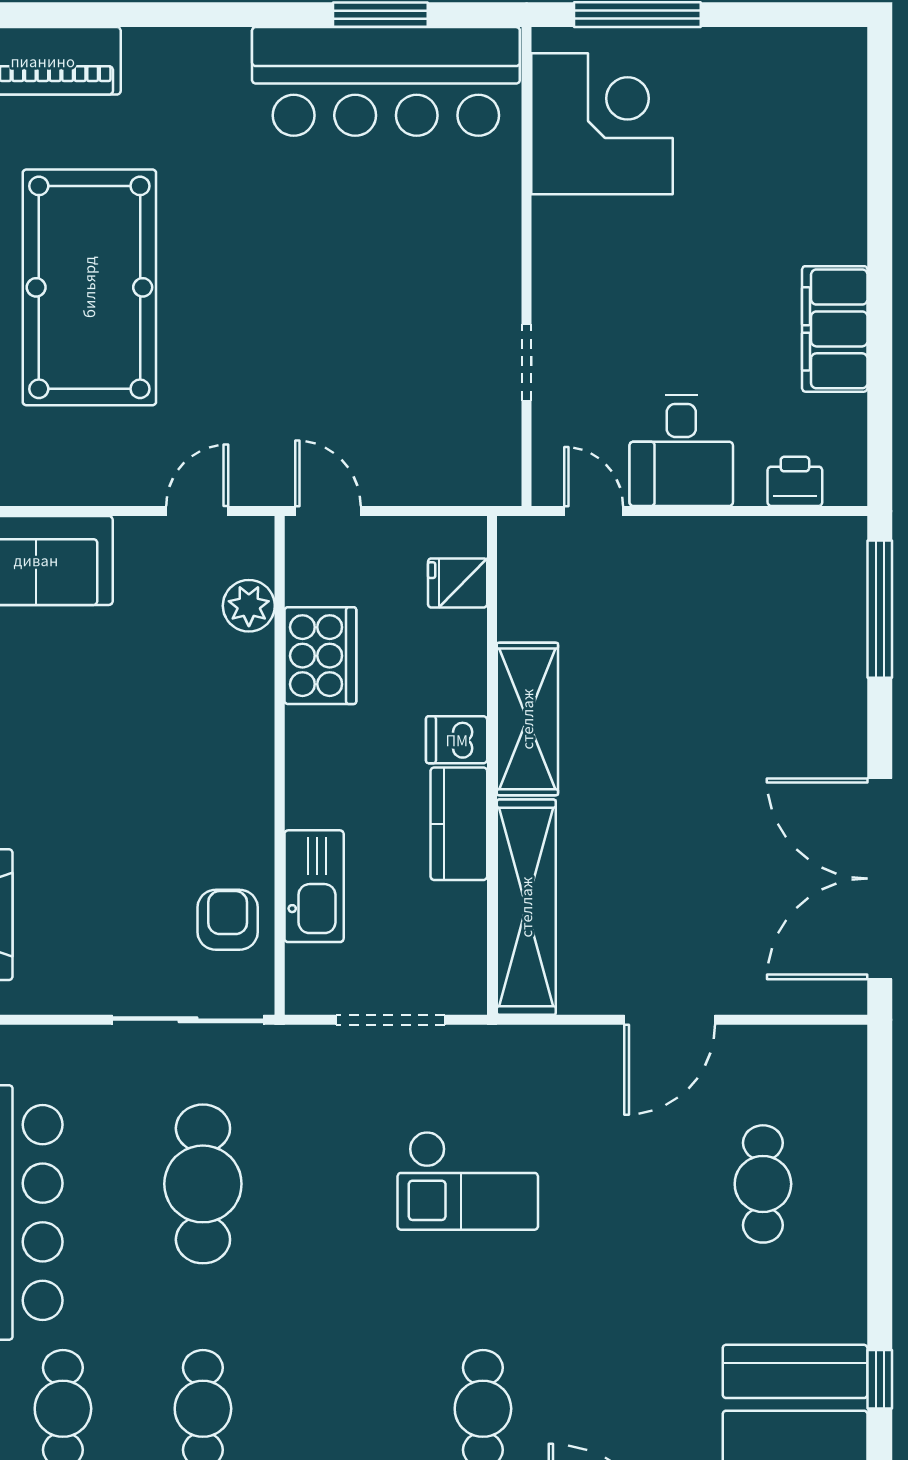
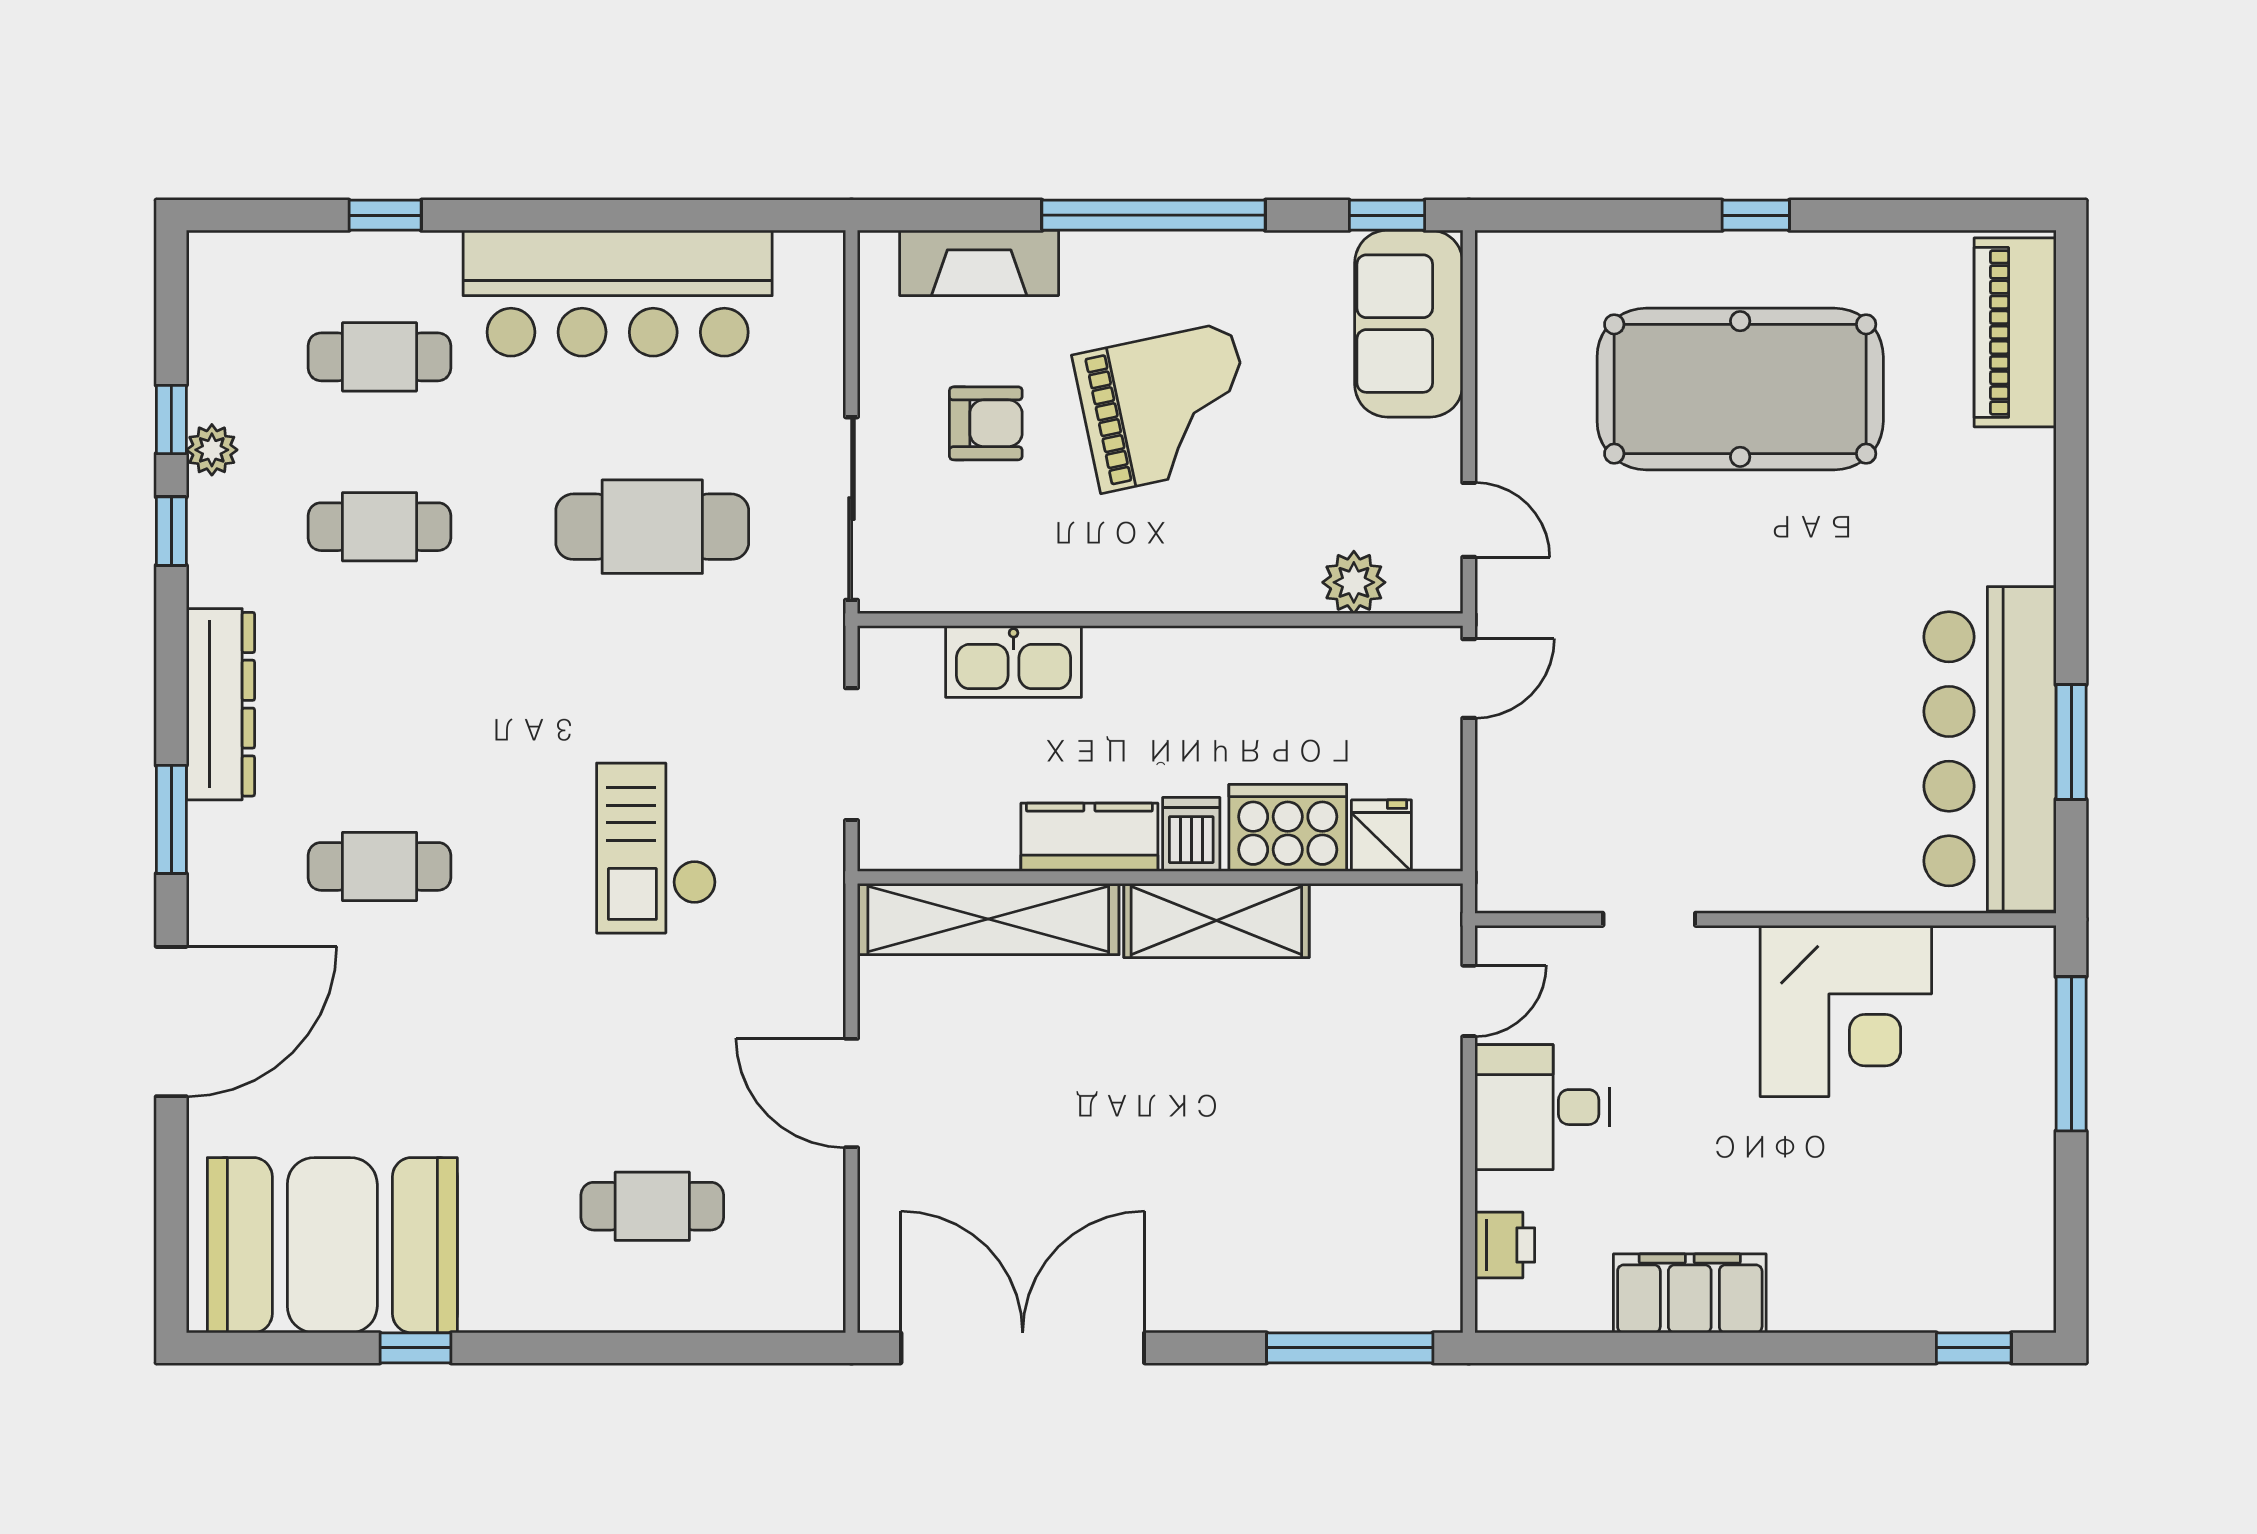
window: (880, 95) -> (1974, 1348), added
corner desk: (602, 124) -> (1846, 1011), moved
cooker: (320, 656) -> (1288, 828), moved, turned 180
grand piano: (105, 761) -> (1166, 407), added
armchair: (228, 920) -> (986, 423), moved

